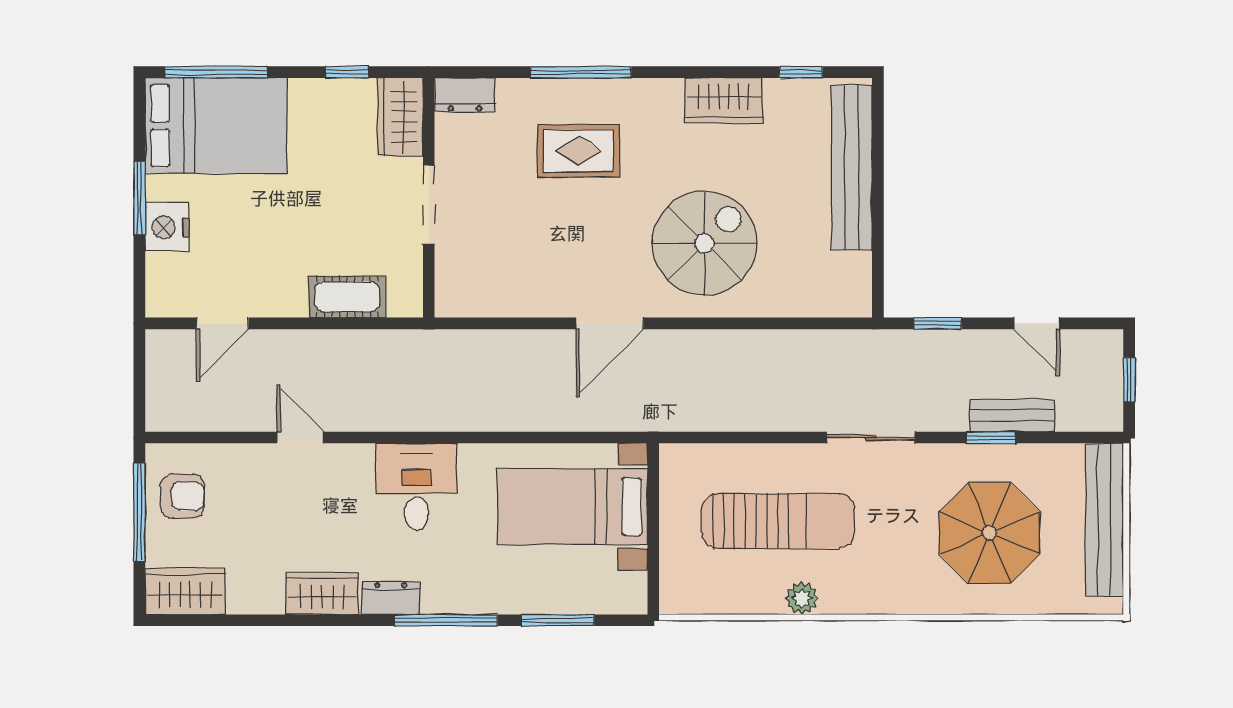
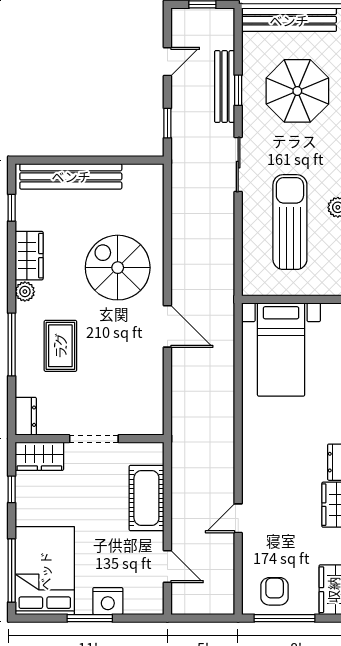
plant: (666, 94) -> (25, 292), added
cot: (347, 297) -> (146, 498), width x1.37, depth x1.34
bench: (1012, 416) -> (225, 86), width x1.36
desk: (416, 487) -> (269, 446), removed

